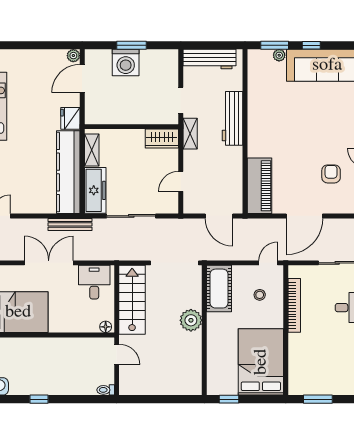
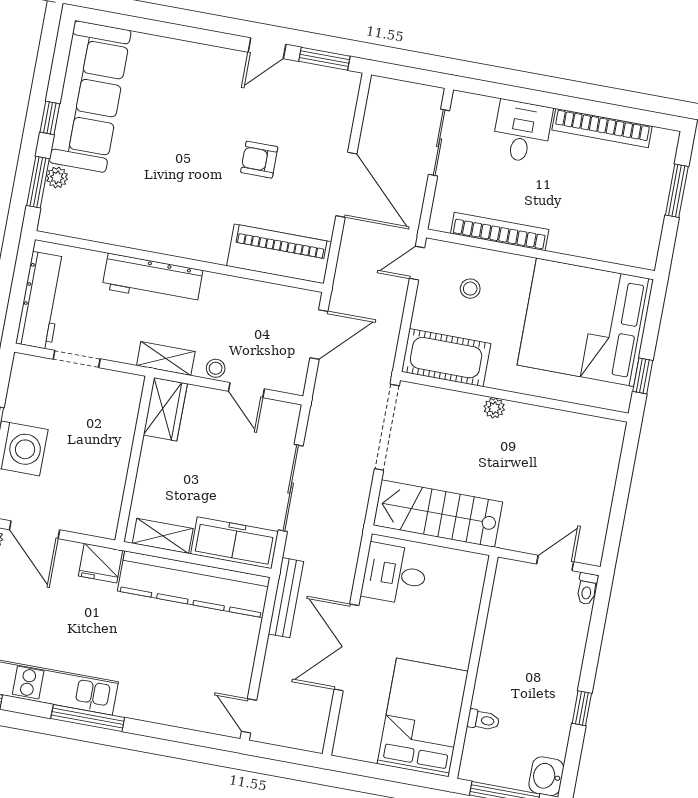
doorway: (181, 100) -> (77, 359), moved
stool: (190, 162) -> (216, 368), added
armchair: (331, 174) -> (259, 160), moved
door: (268, 263) -> (417, 263), hinge flipped
plant: (191, 320) -> (494, 408), width x0.53, depth x0.53
floor lamp: (106, 327) -> (477, 568), removed
toilet: (22, 346) -> (483, 720), added
door: (117, 354) -> (555, 563), moved
bed: (261, 362) -> (585, 322), width x1.36
window: (318, 399) -> (677, 191), moved

